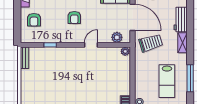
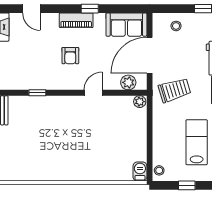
door: (132, 17) -> (150, 55), swing flipped
armchair: (34, 20) -> (15, 59), removed
lab bench: (167, 81) -> (197, 142), turned 180

